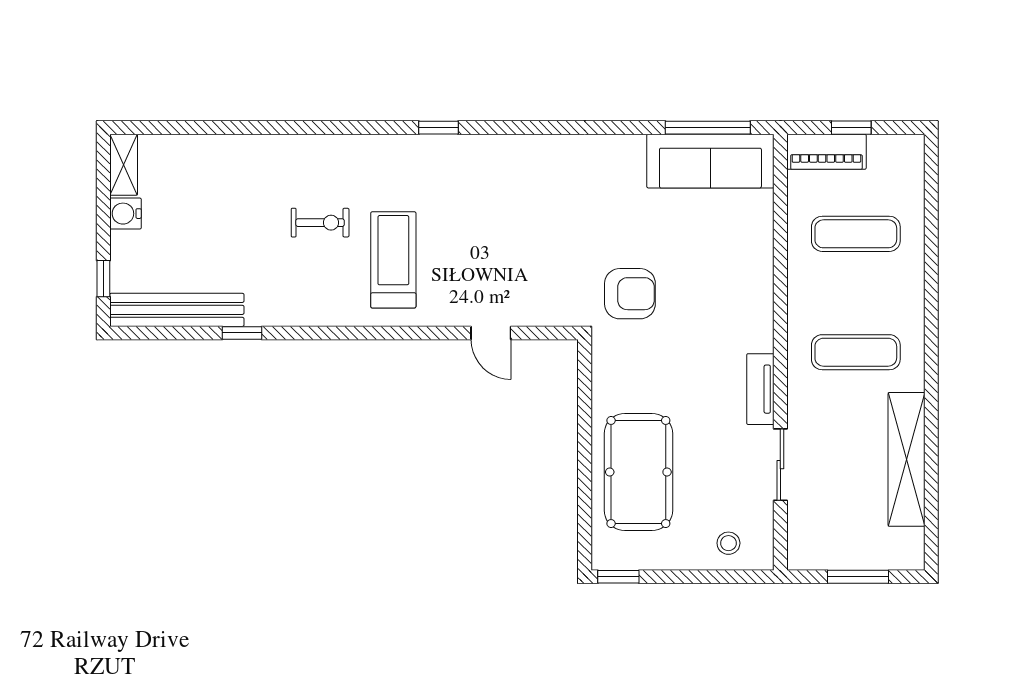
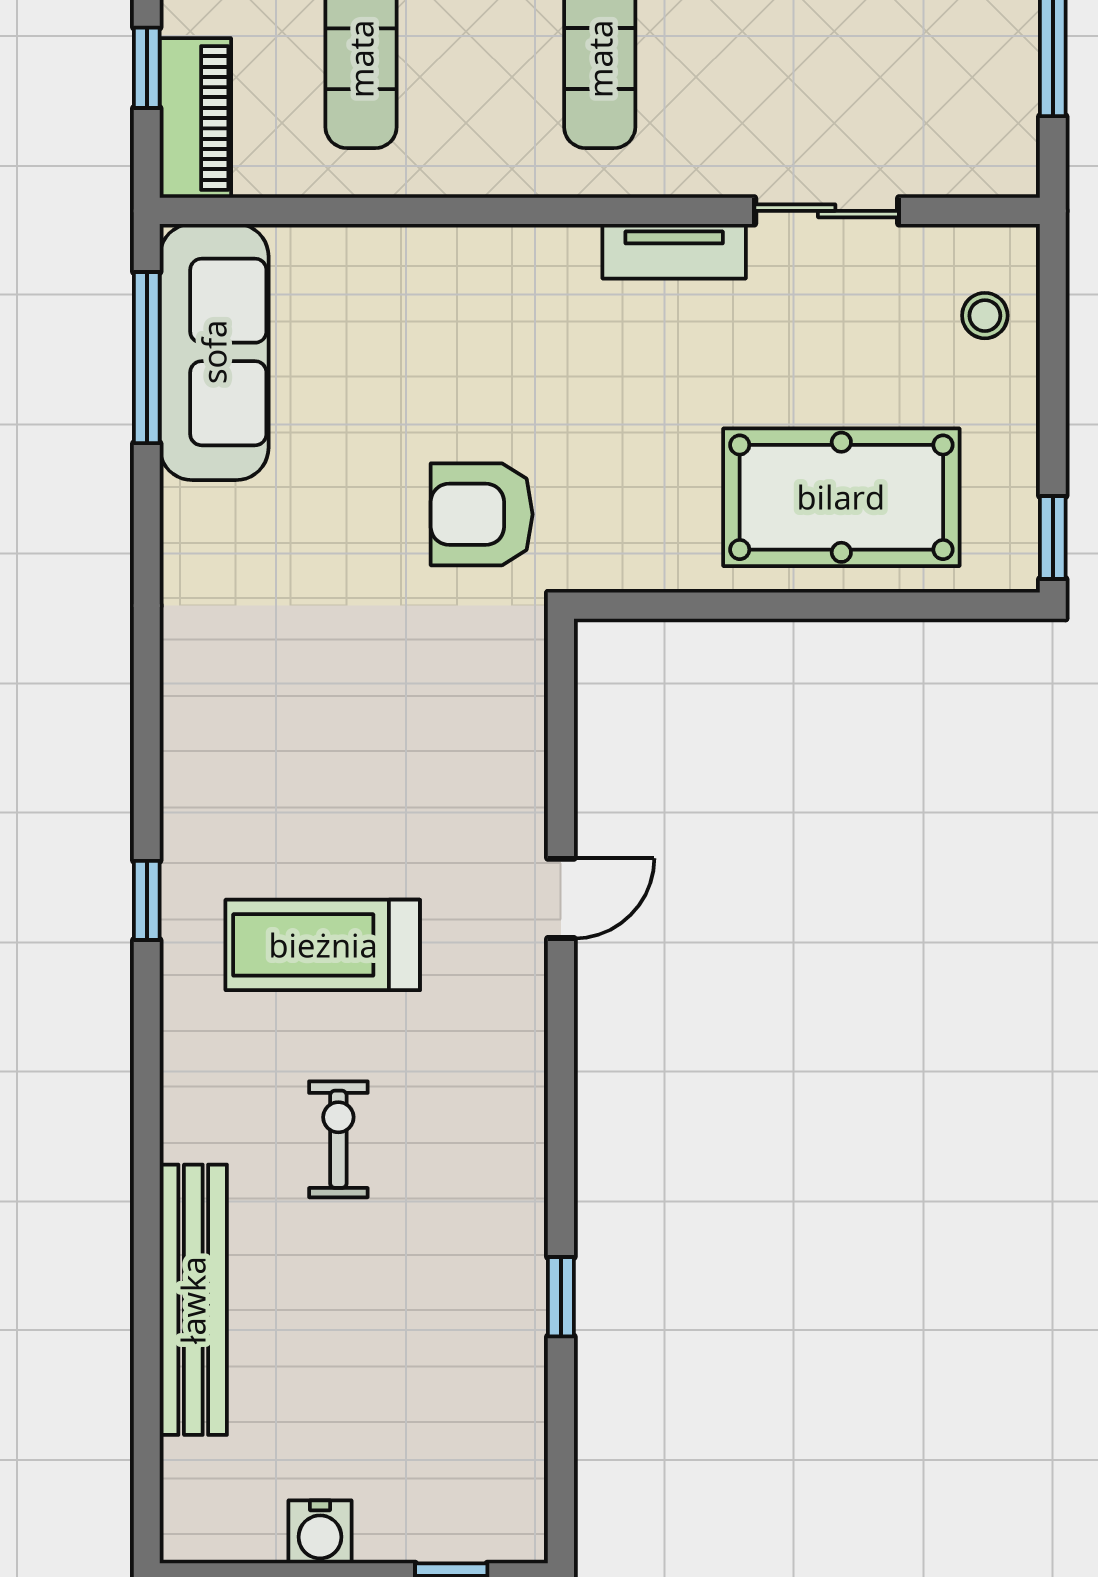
shelving: (124, 165) -> (221, 1536), removed
treadmill: (393, 260) -> (323, 945), moved
armchair: (630, 294) -> (482, 514), turned -90
bench: (177, 310) -> (193, 1300), moved
door: (491, 333) -> (561, 898), moved

